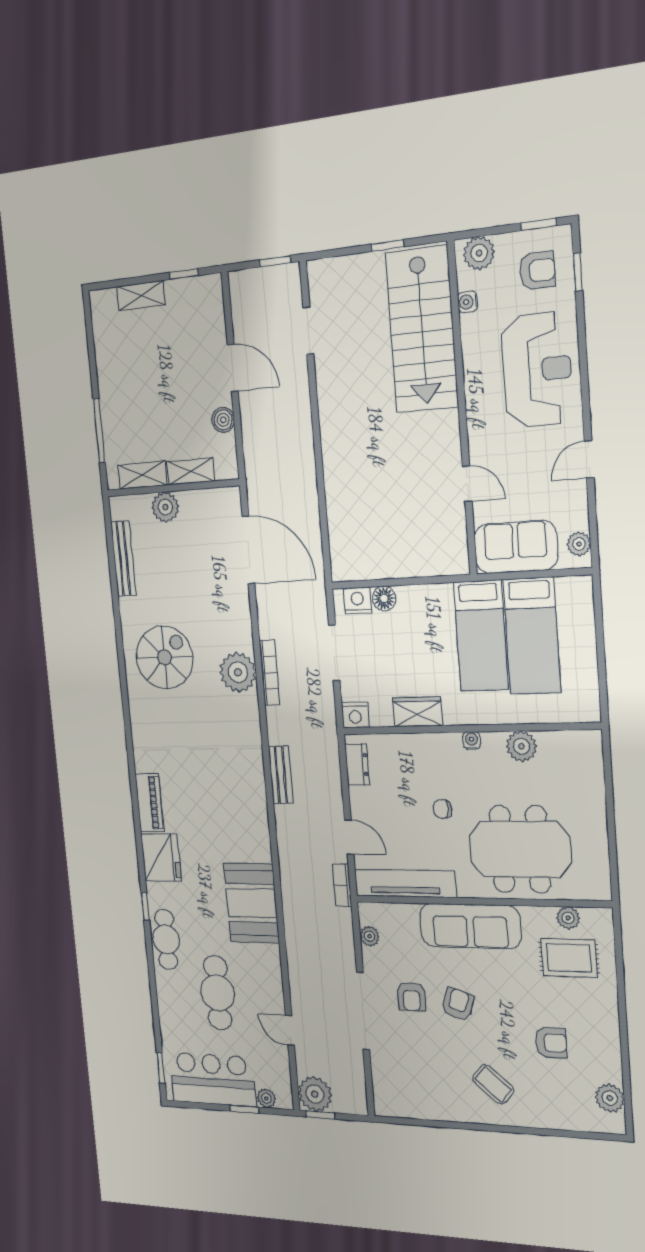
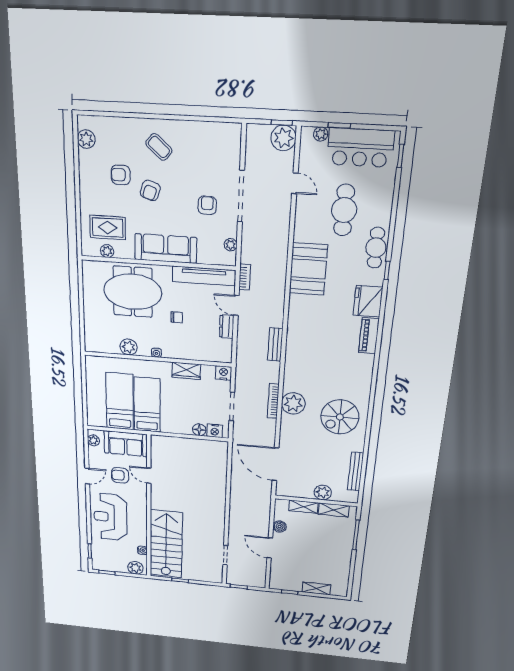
armchair: (537, 270) -> (120, 475), moved
dresser: (357, 765) -> (227, 327), moved
armchair: (458, 1004) -> (150, 191), moved

